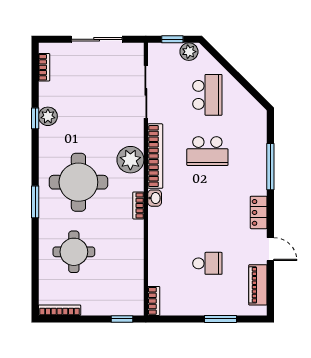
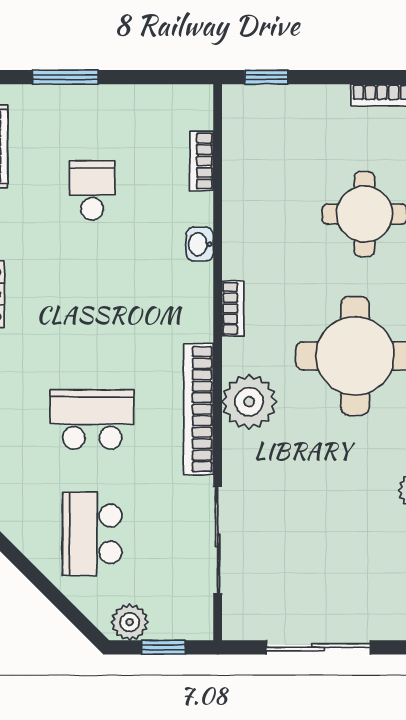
washbasin: (155, 198) -> (200, 244), moved
school desk: (207, 263) -> (92, 190), turned 90
bookcase: (154, 301) -> (202, 161), moved

